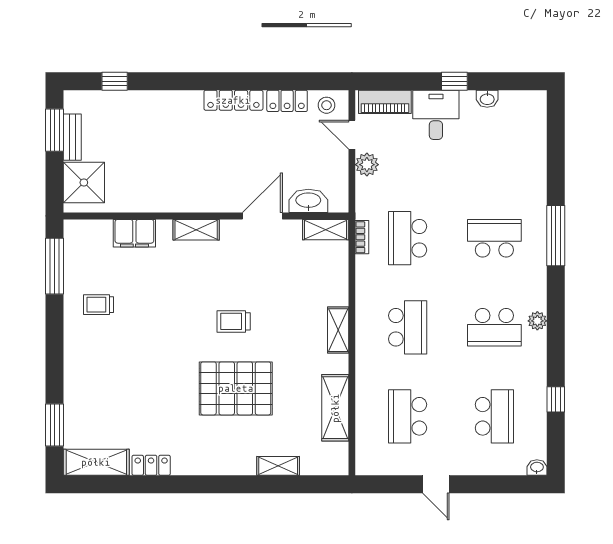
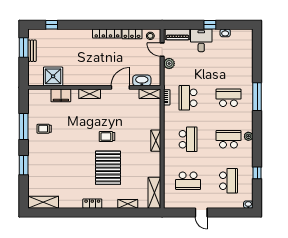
shower: (84, 183) -> (53, 76), moved
window: (55, 266) -> (24, 126), moved
school desk: (494, 327) -> (228, 139), turned 180
pallet: (236, 388) -> (108, 168), turned 90
shelving: (335, 408) -> (154, 193), moved
school desk: (408, 416) -> (188, 181), turned -90
window: (55, 425) -> (24, 165), moved
locker: (151, 465) -> (92, 204), moved

